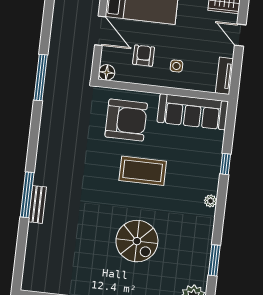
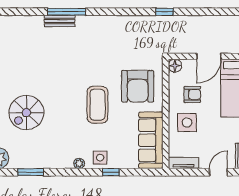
side table: (176, 66) -> (187, 123), width x1.87, depth x1.87
window: (41, 77) -> (165, 12), width x0.46
side table: (206, 175) -> (100, 158), added
spiral stairs: (137, 241) -> (26, 113), moved

